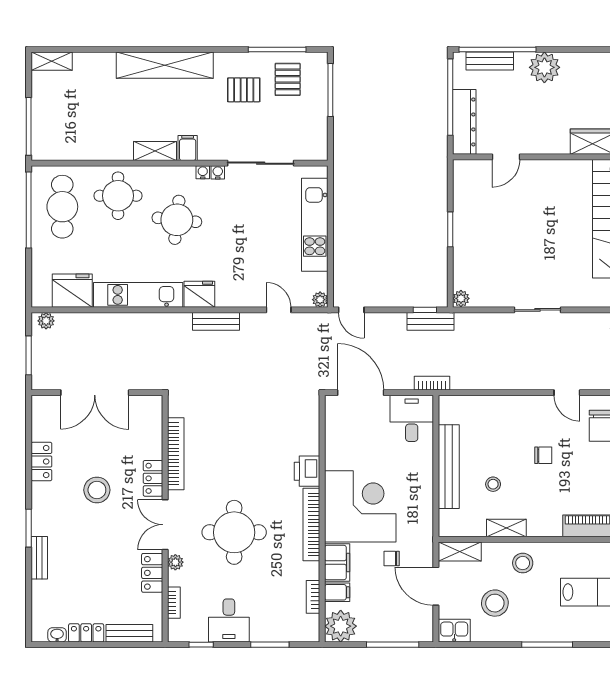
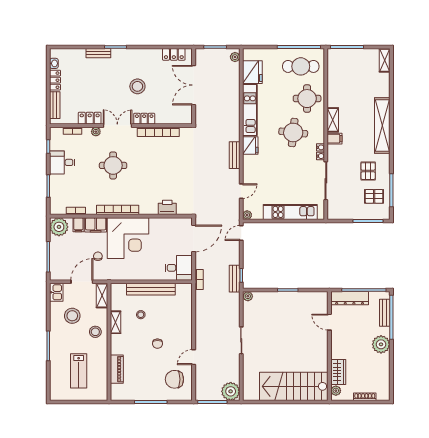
locker: (41, 462) -> (174, 54), moved
printer: (307, 471) -> (167, 207), moved
round table: (234, 532) -> (113, 165), width x0.73, depth x0.73

